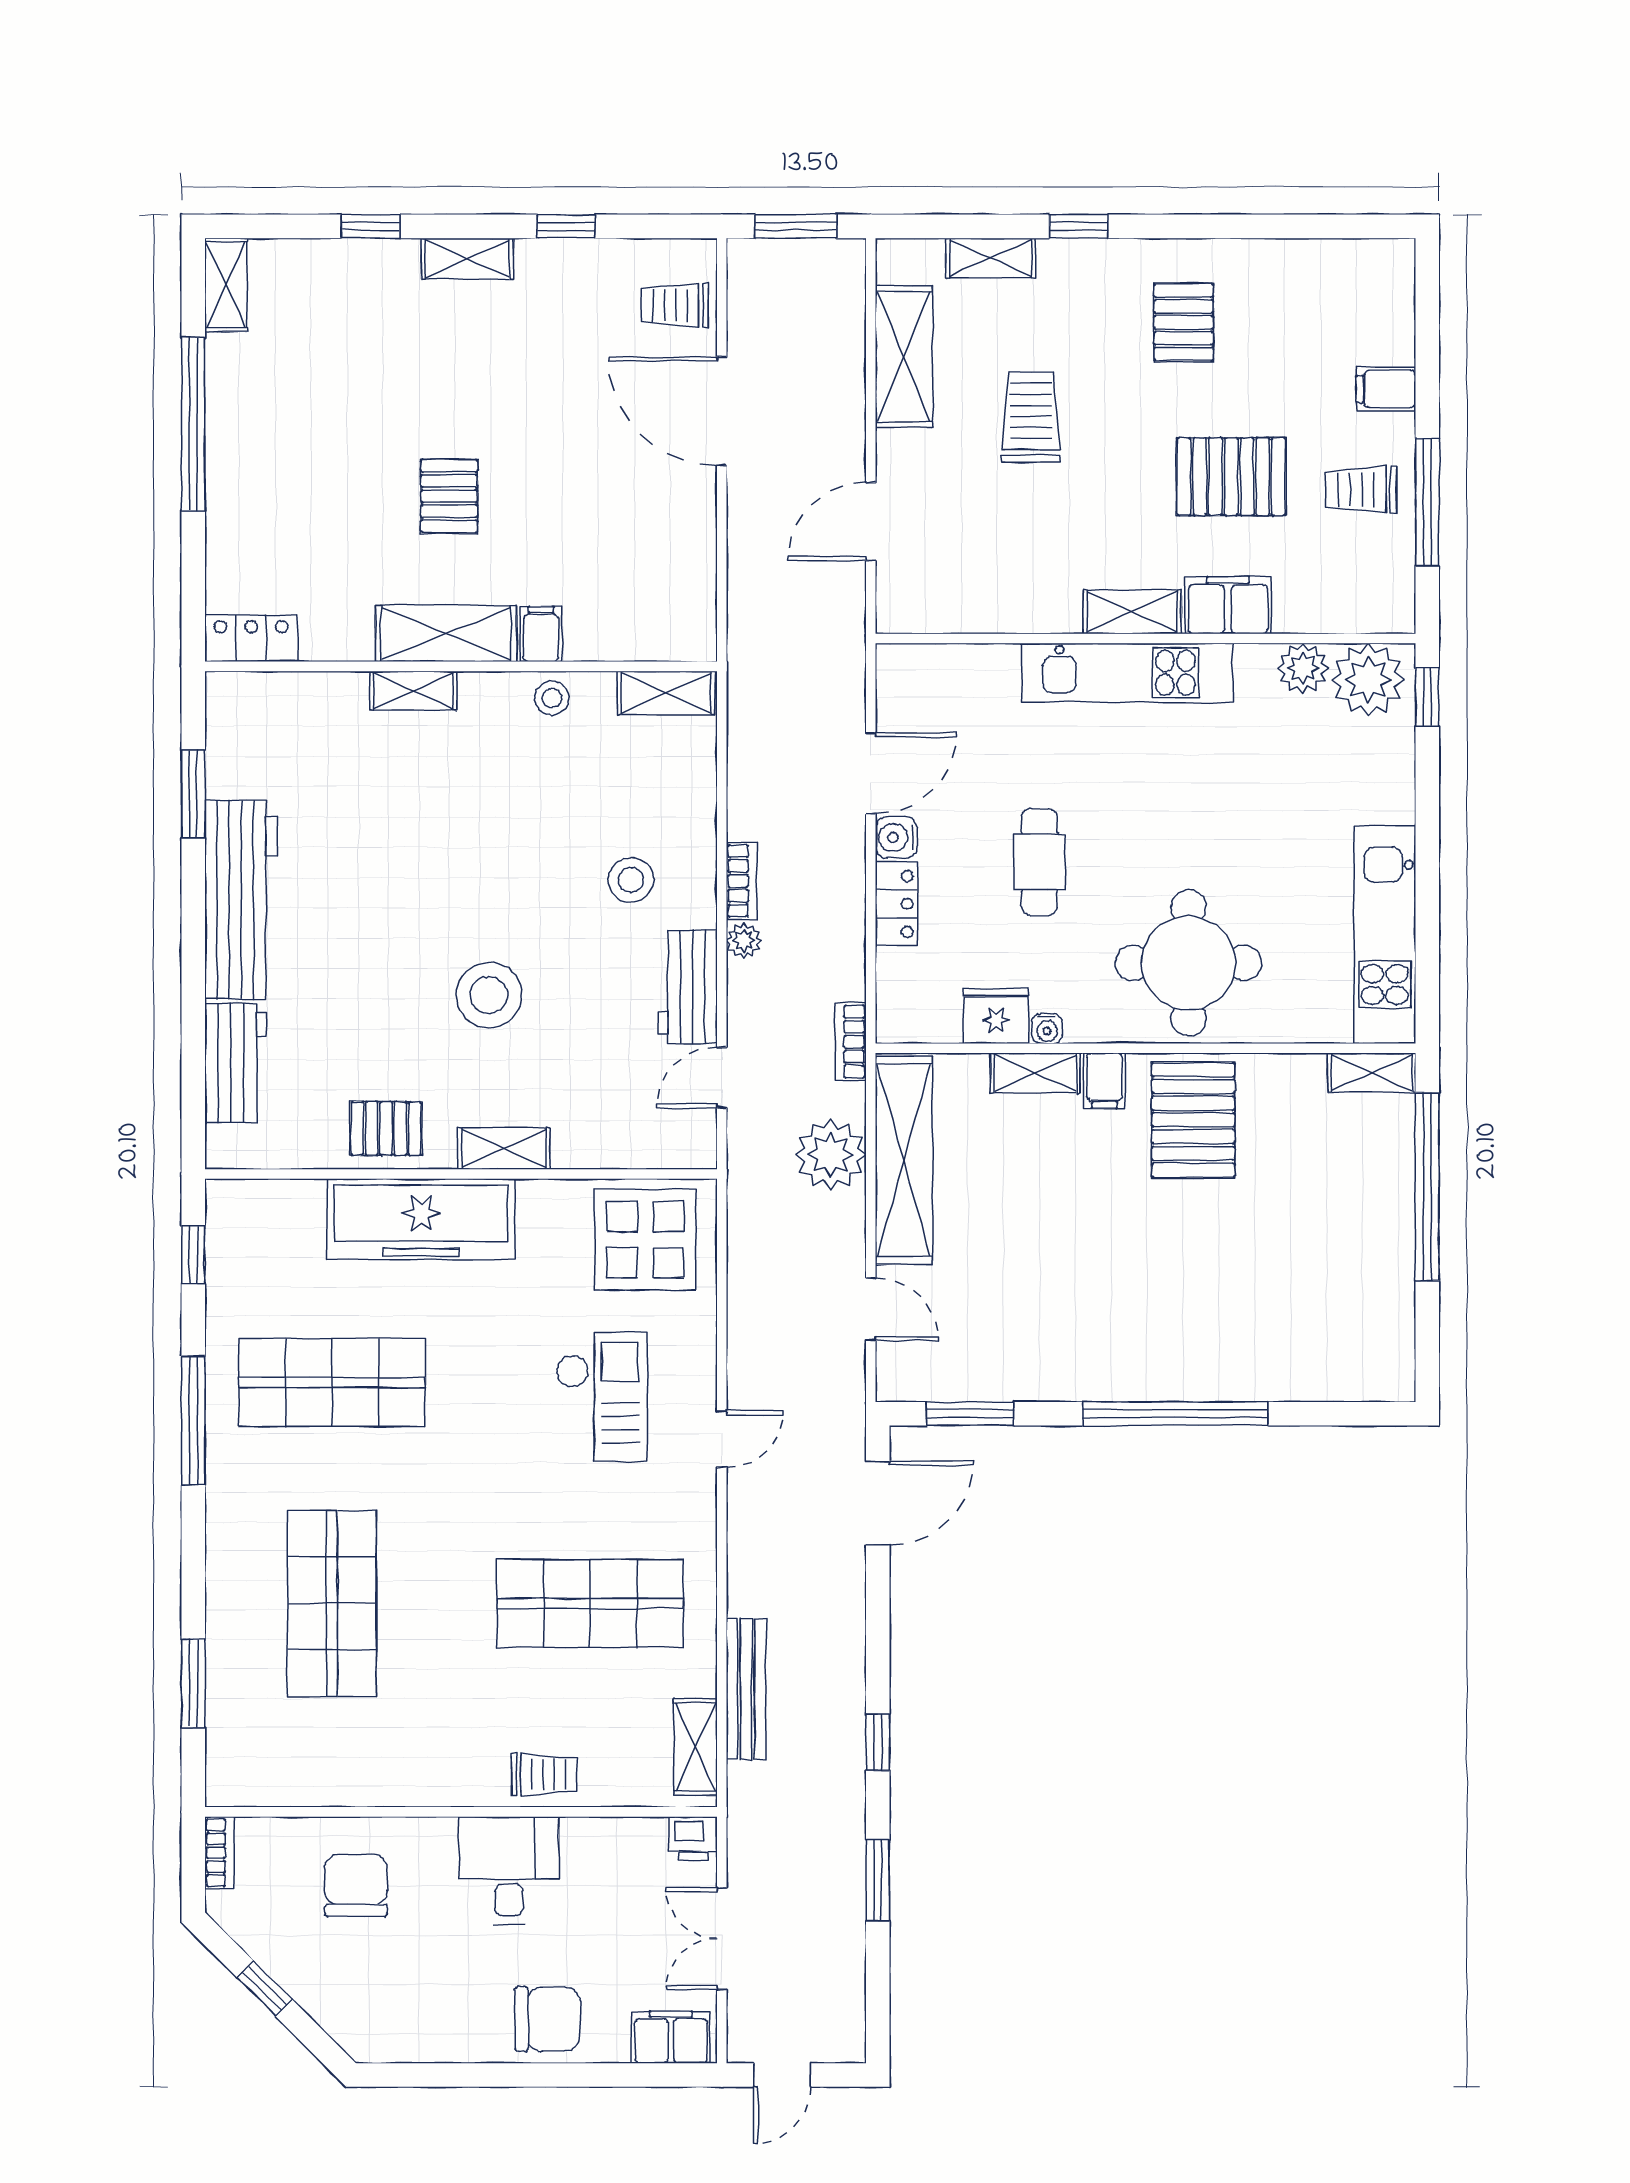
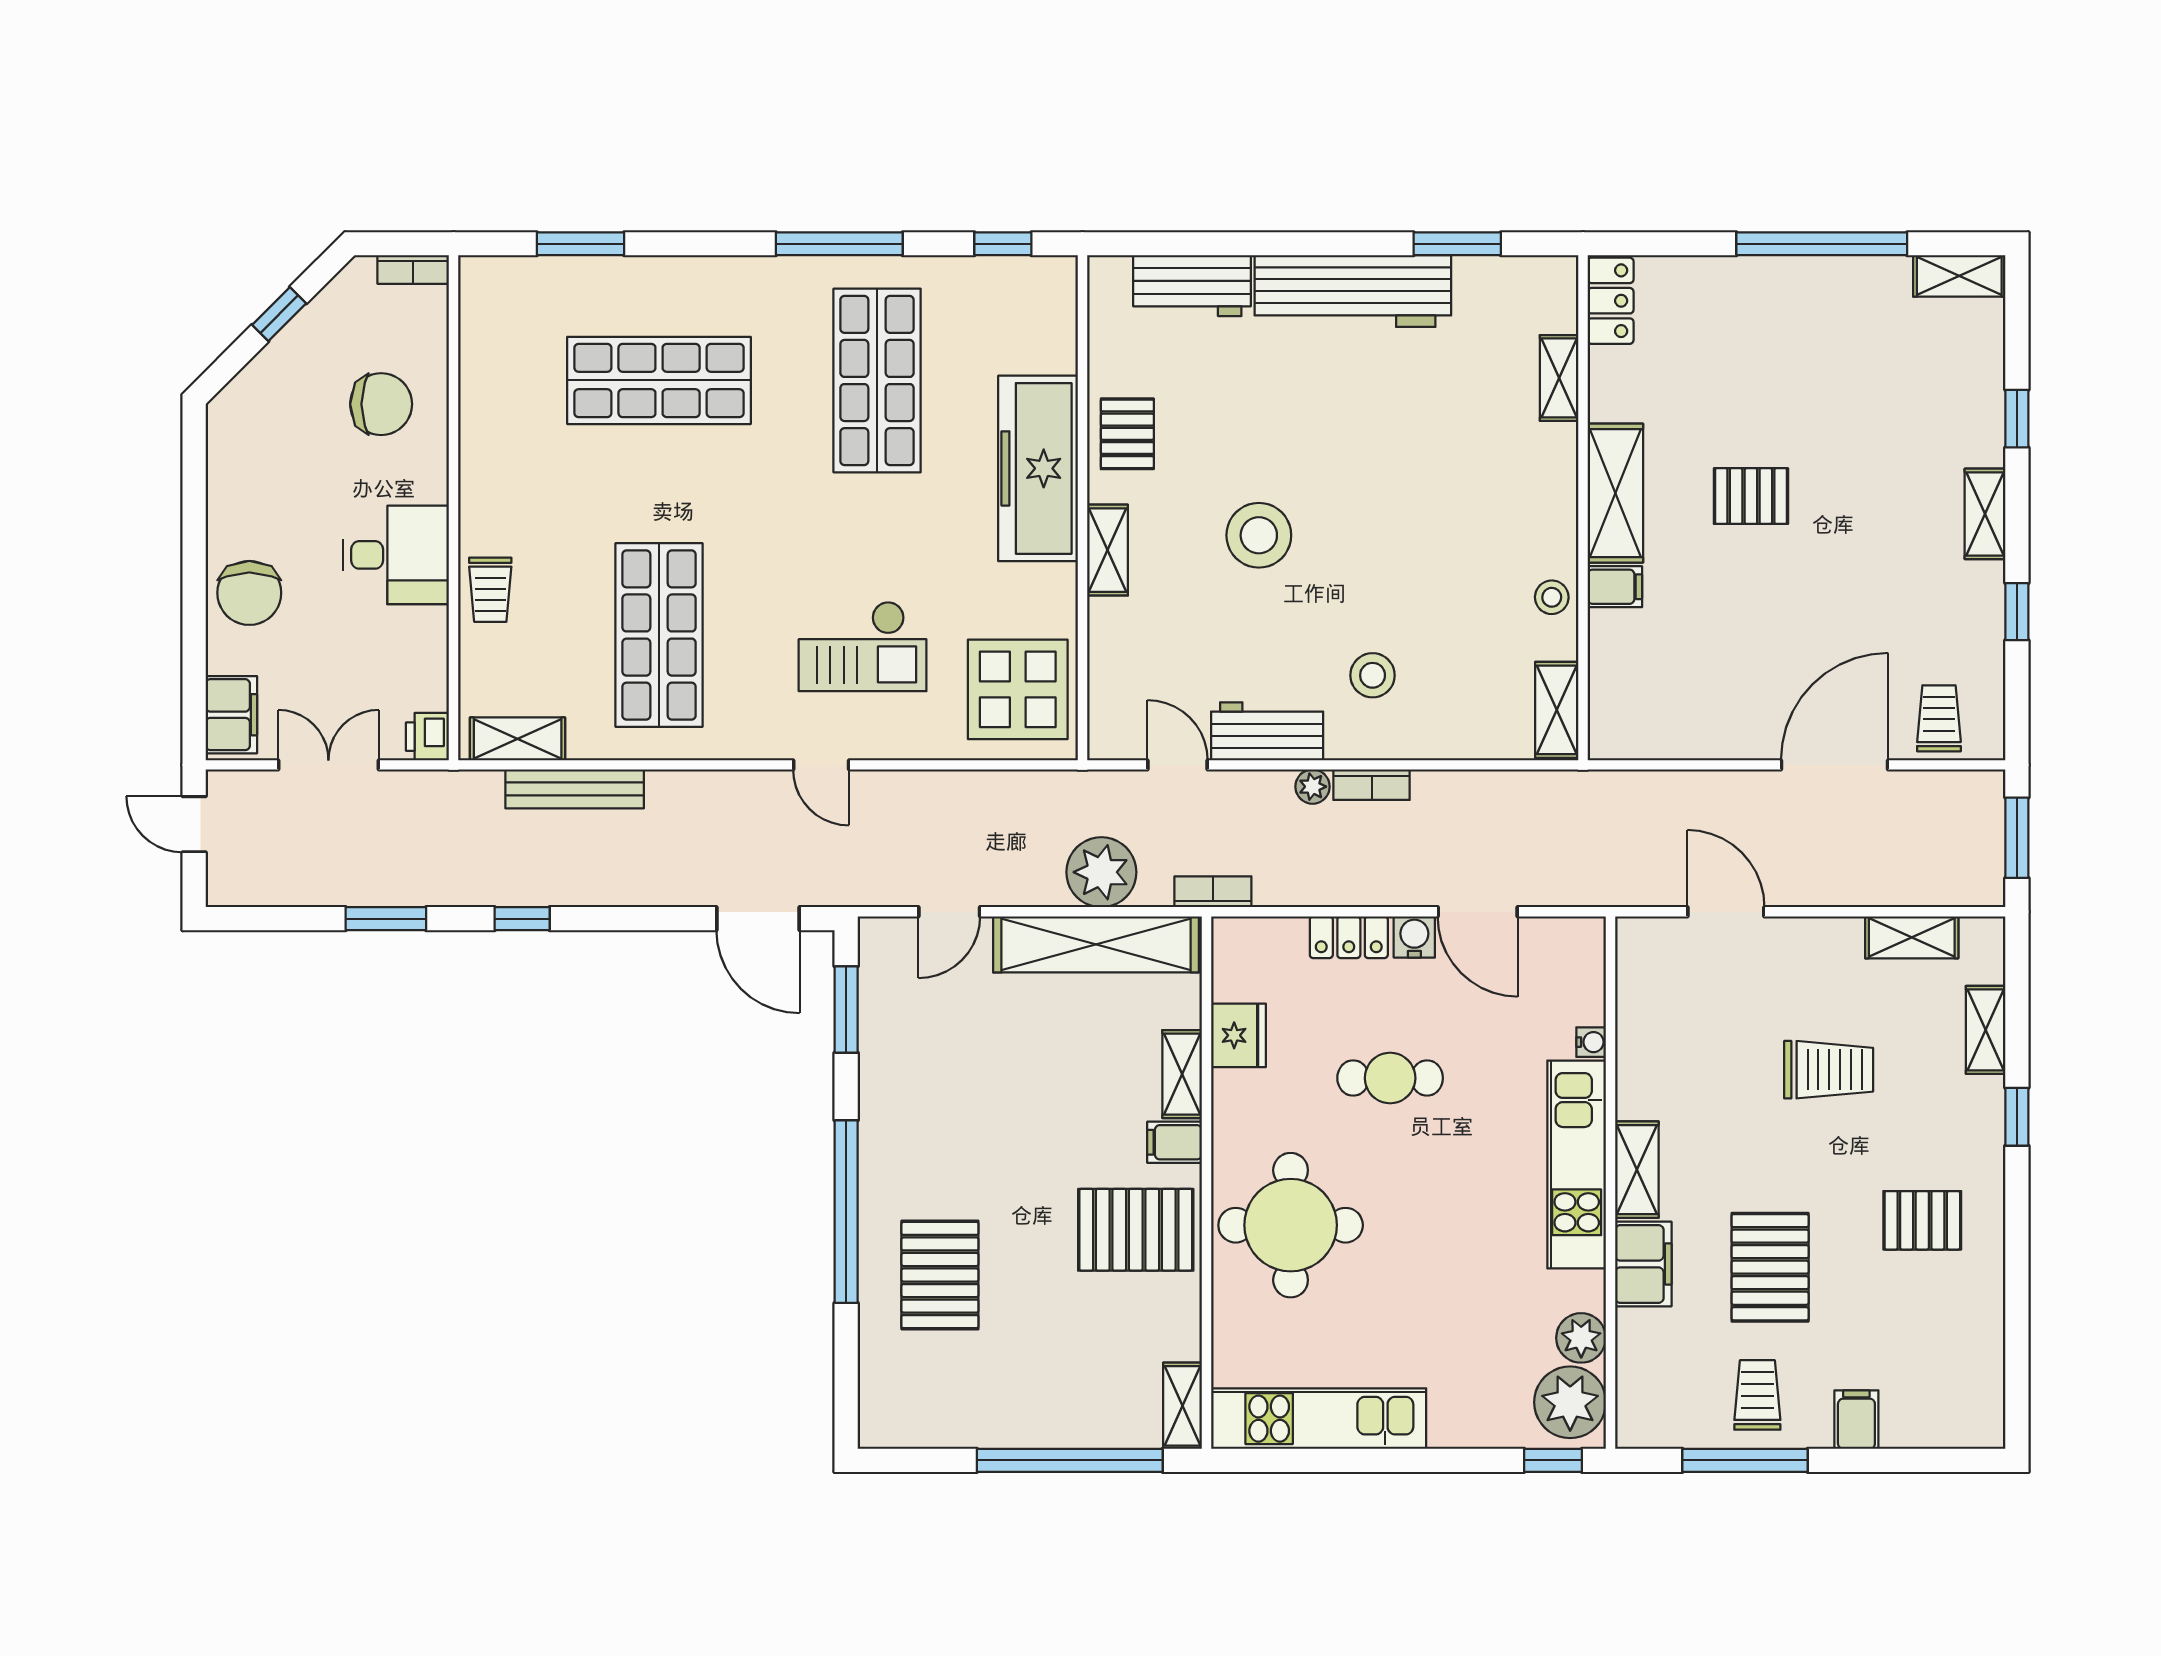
shelving: (904, 357) -> (1912, 937), width x0.67, depth x0.75
shelving: (414, 691) -> (1559, 378), moved
water cooler: (1047, 1029) -> (1591, 1042), moved, turned 180
pallet: (1239, 1319) -> (940, 1275), added

